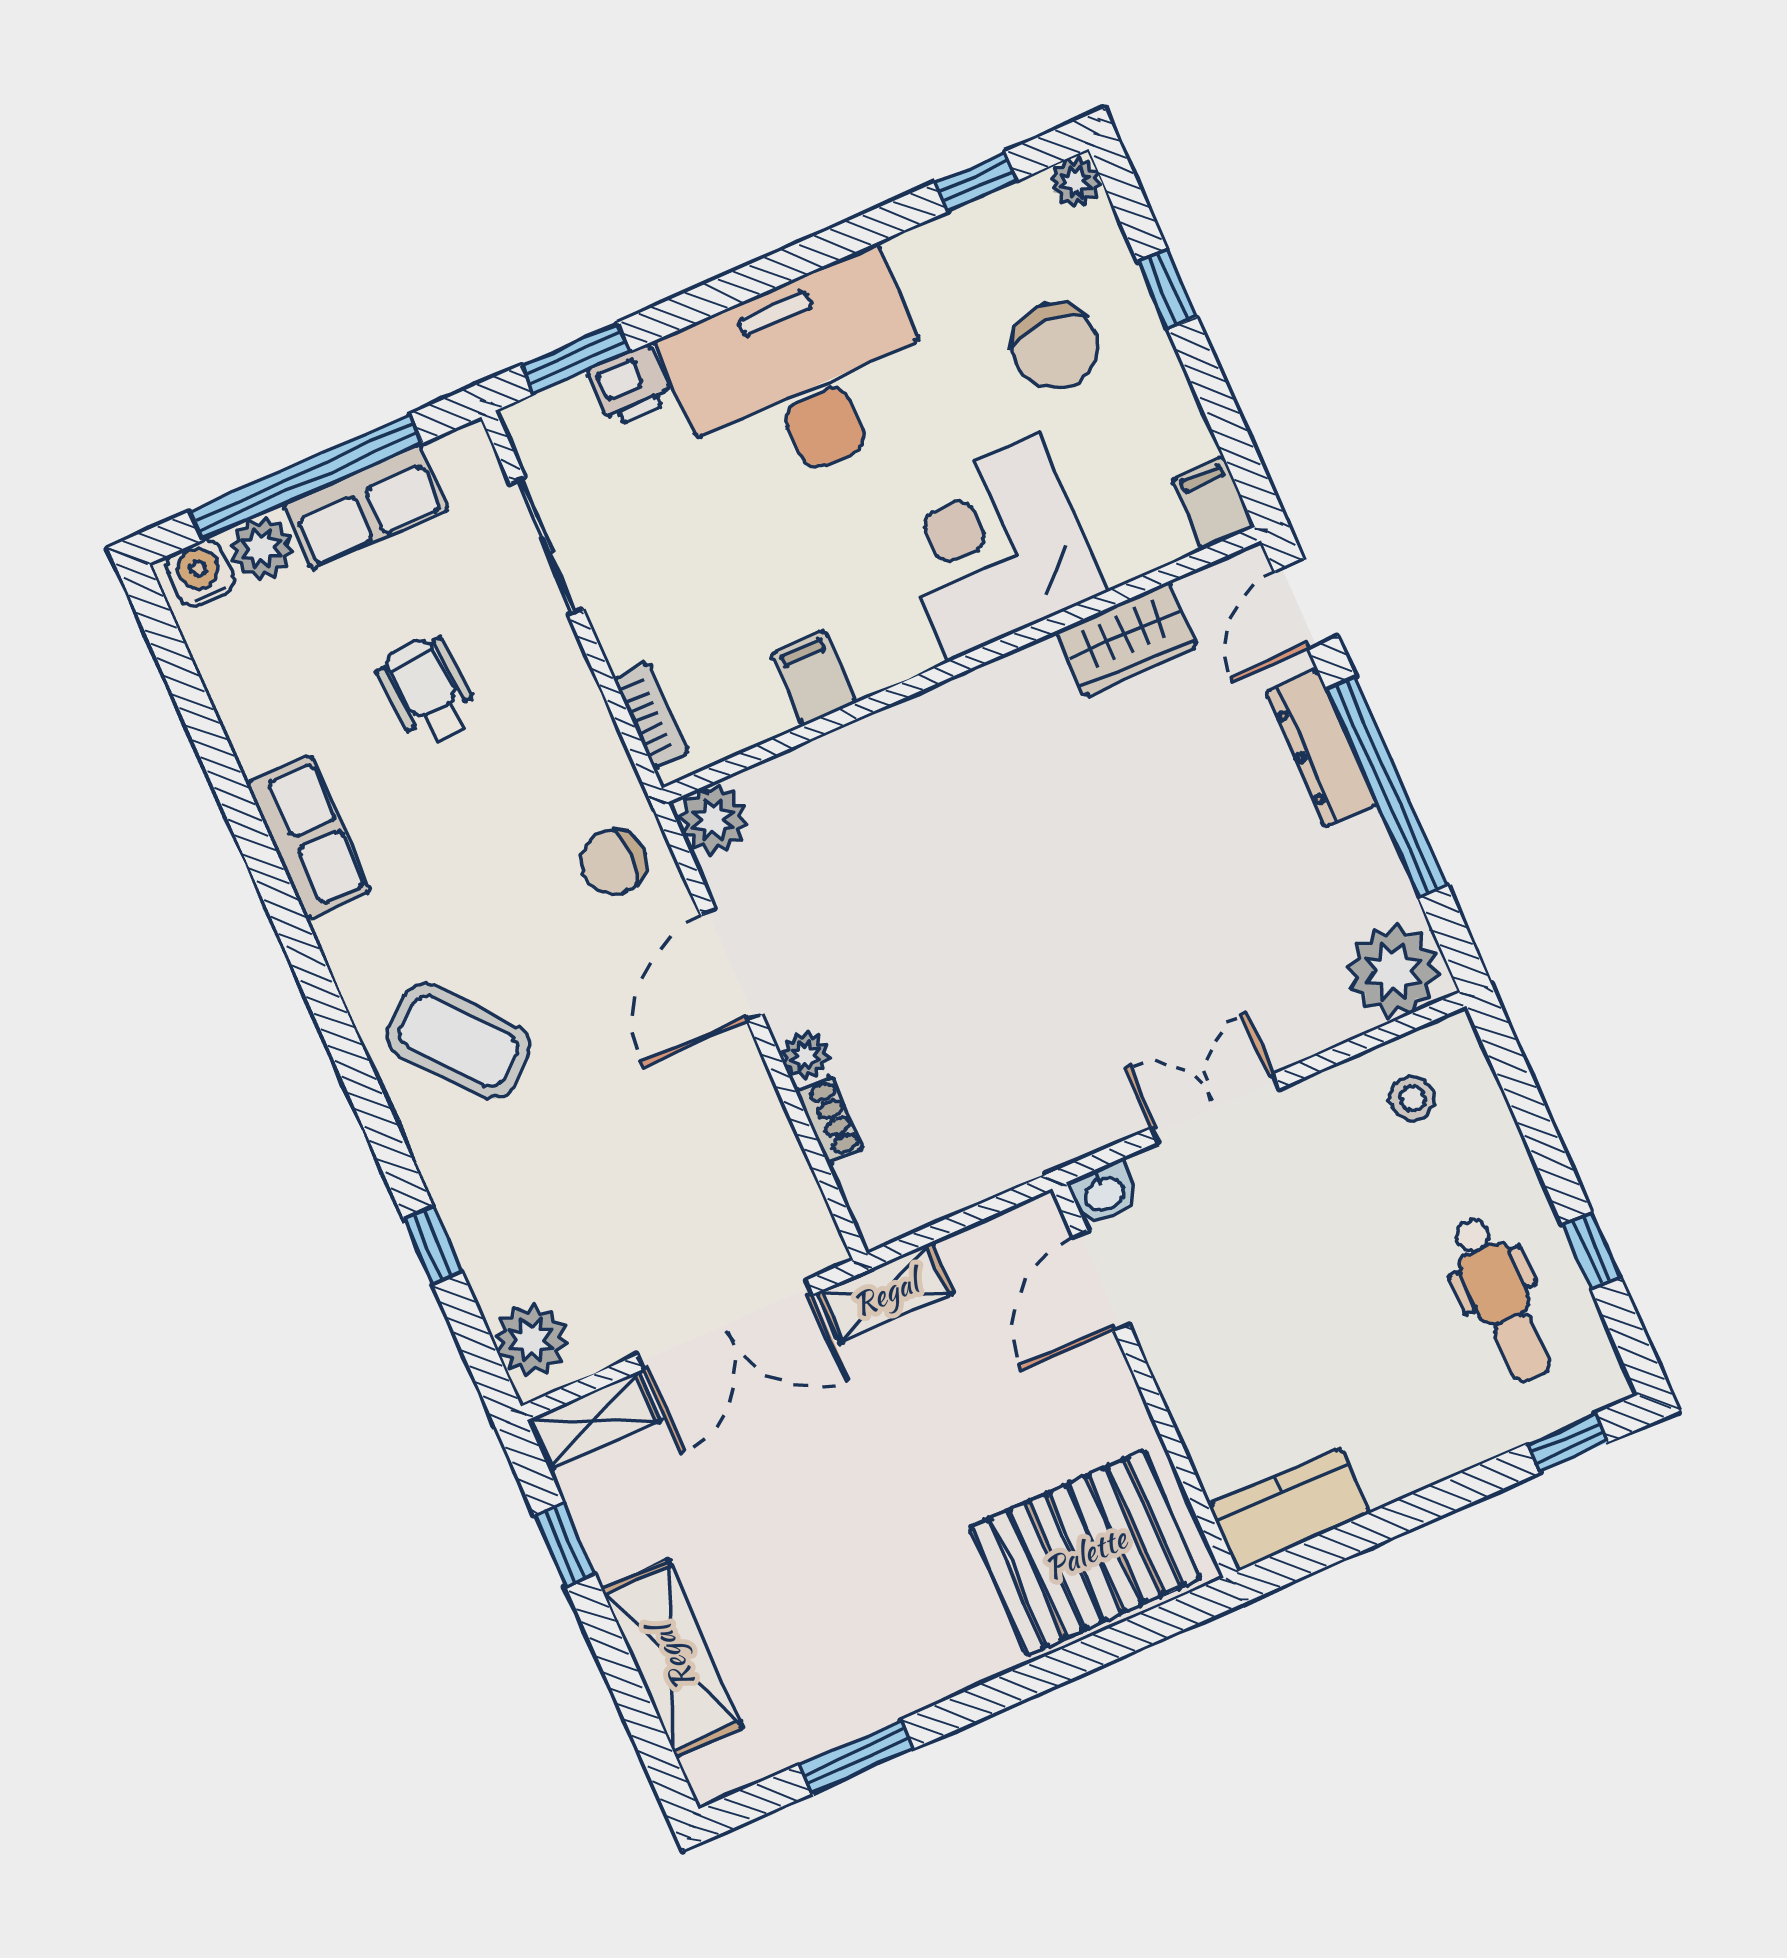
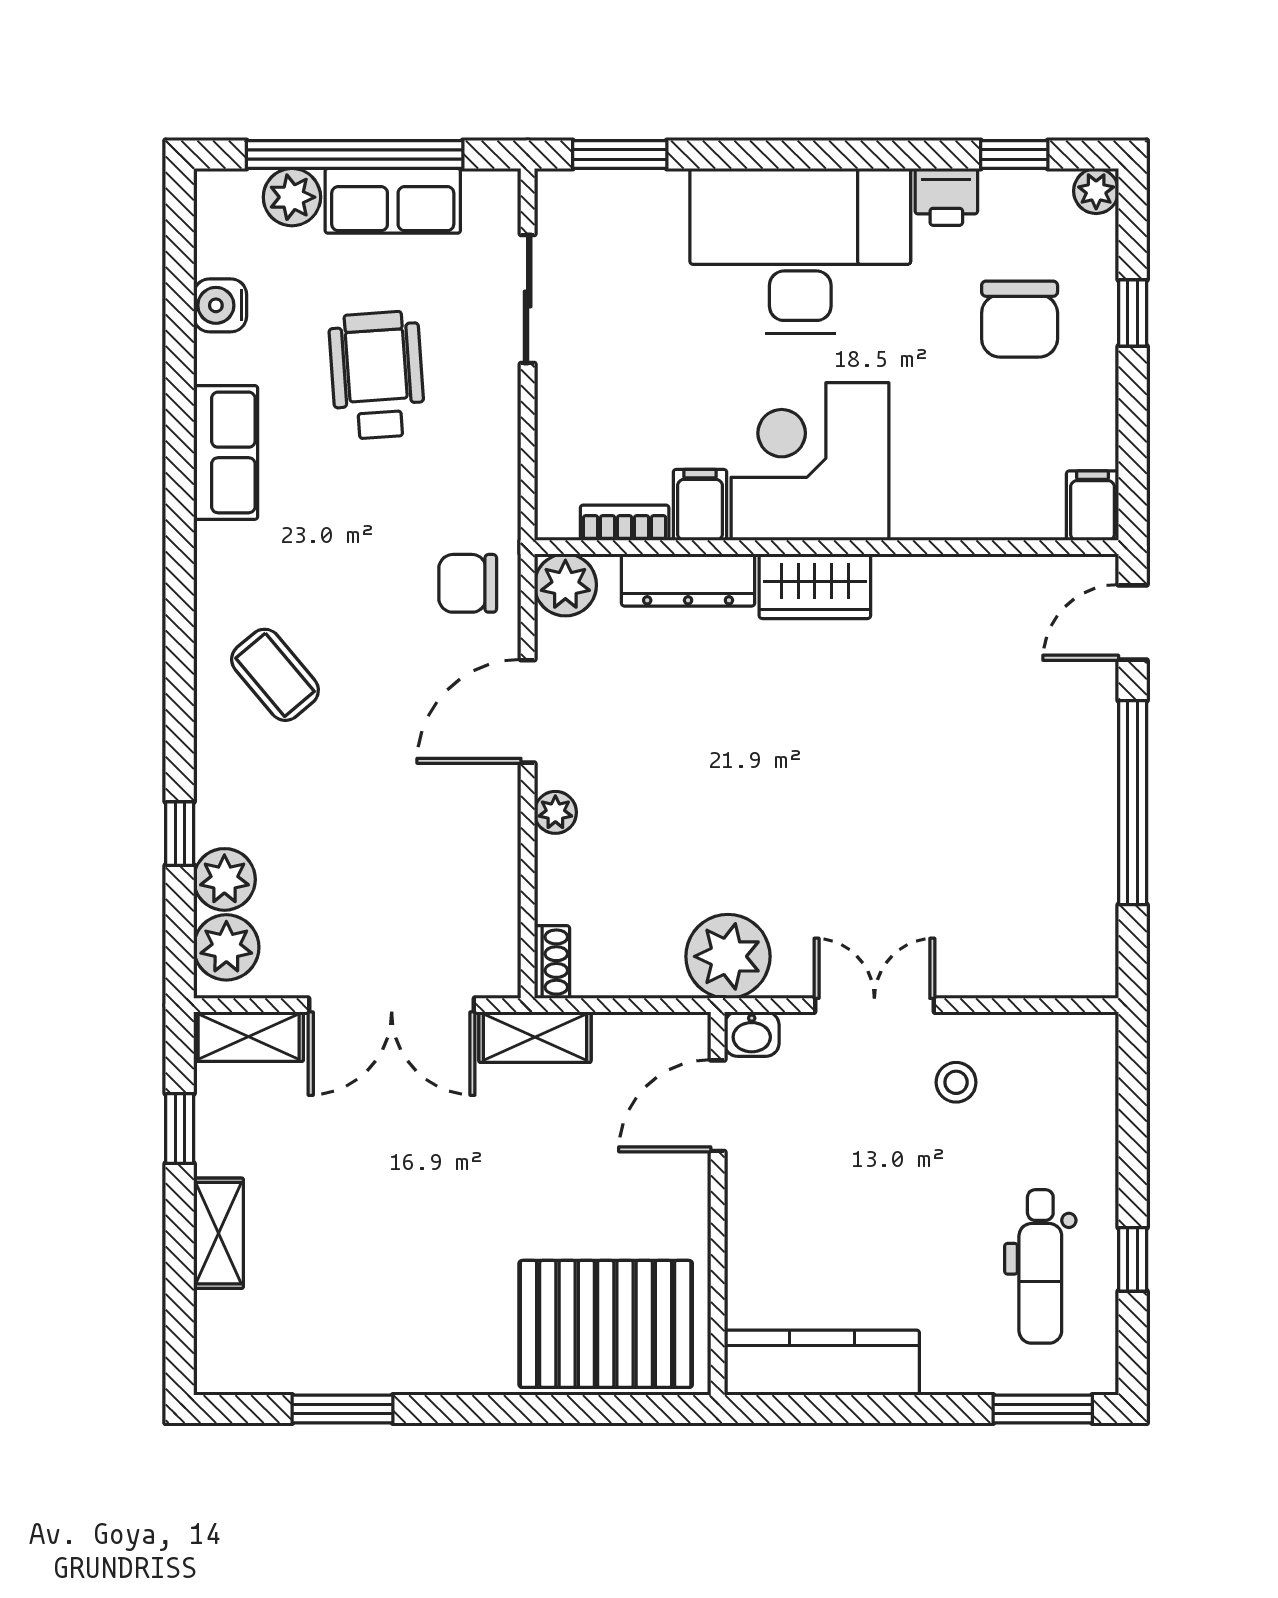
printer: (630, 386) -> (946, 197), moved
corner desk: (994, 546) -> (810, 462), moved
water cooler: (200, 573) -> (220, 305), moved, turned -90
wardrobe: (1126, 639) -> (815, 586), moved
wheelchair: (428, 691) -> (377, 375), width x1.36, depth x1.37
bookcase: (651, 716) -> (625, 523), moved, turned -90
dresser: (1321, 749) -> (688, 580), moved, turned -90
plant: (1393, 971) -> (728, 956), moved
coffee table: (458, 1041) -> (275, 675), width x0.73, depth x0.77
stool: (1412, 1098) -> (956, 1082), moved
shoe rack: (829, 1120) -> (552, 962), moved
plant: (499, 1272) -> (224, 879), added
window: (1567, 1443) -> (1043, 1409), width x1.50
kitchen counter: (1289, 1509) -> (822, 1363), width x1.50
shelving: (672, 1658) -> (218, 1233), width x0.67, depth x0.75

